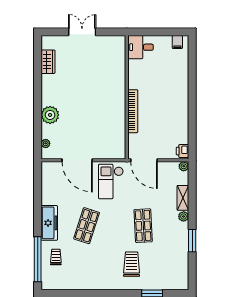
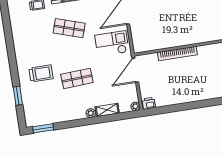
window: (192, 241) -> (43, 128), moved

